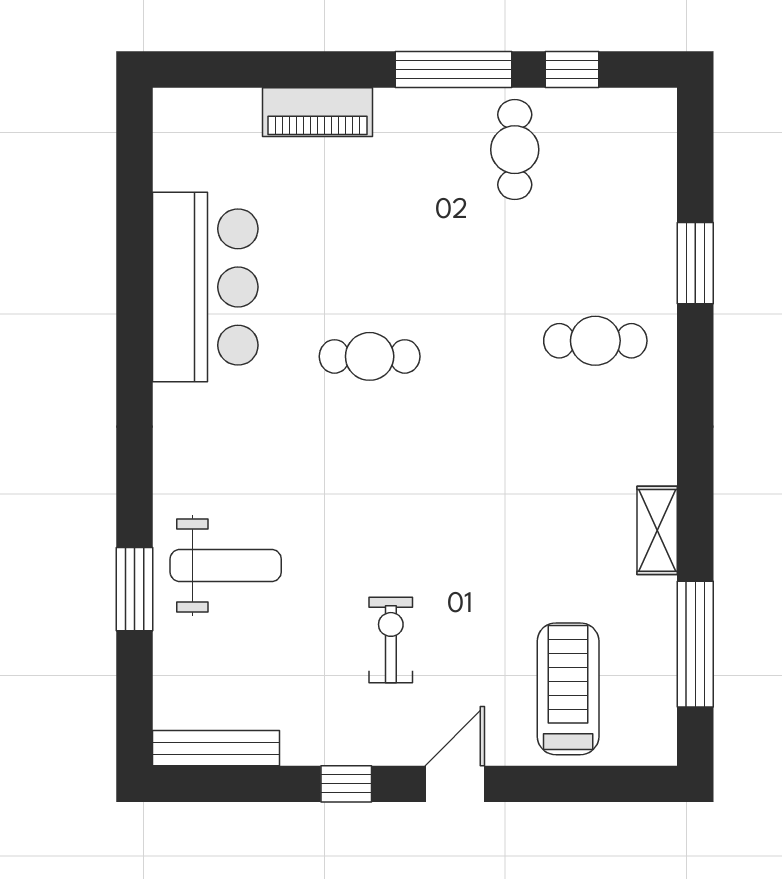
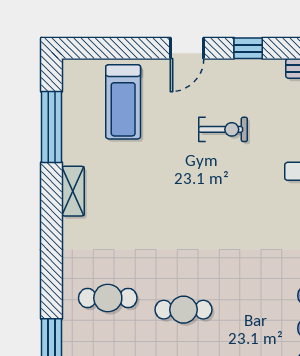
cafe table: (370, 356) -> (183, 310), moved
exercise bike: (391, 640) -> (223, 129), turned -90

